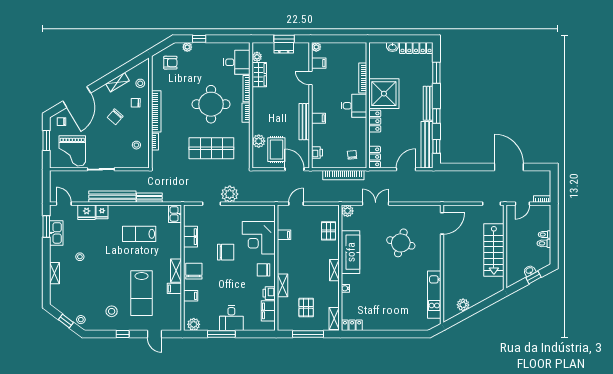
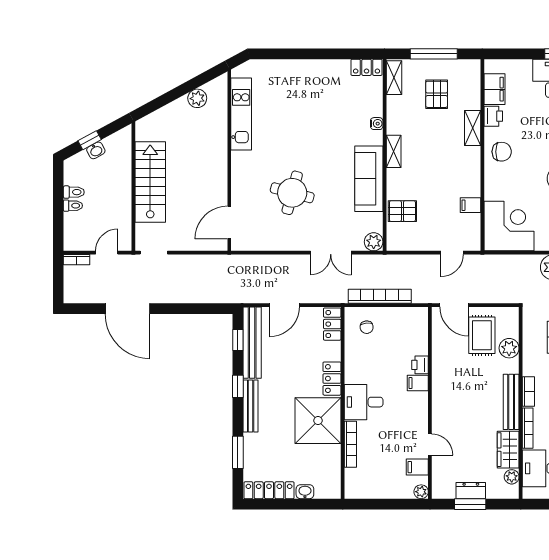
bench: (304, 122) -> (511, 402), moved
printer: (317, 153) -> (420, 365), moved
pallet: (329, 231) -> (402, 211), turned 90
corner desk: (259, 238) -> (509, 226), moved

